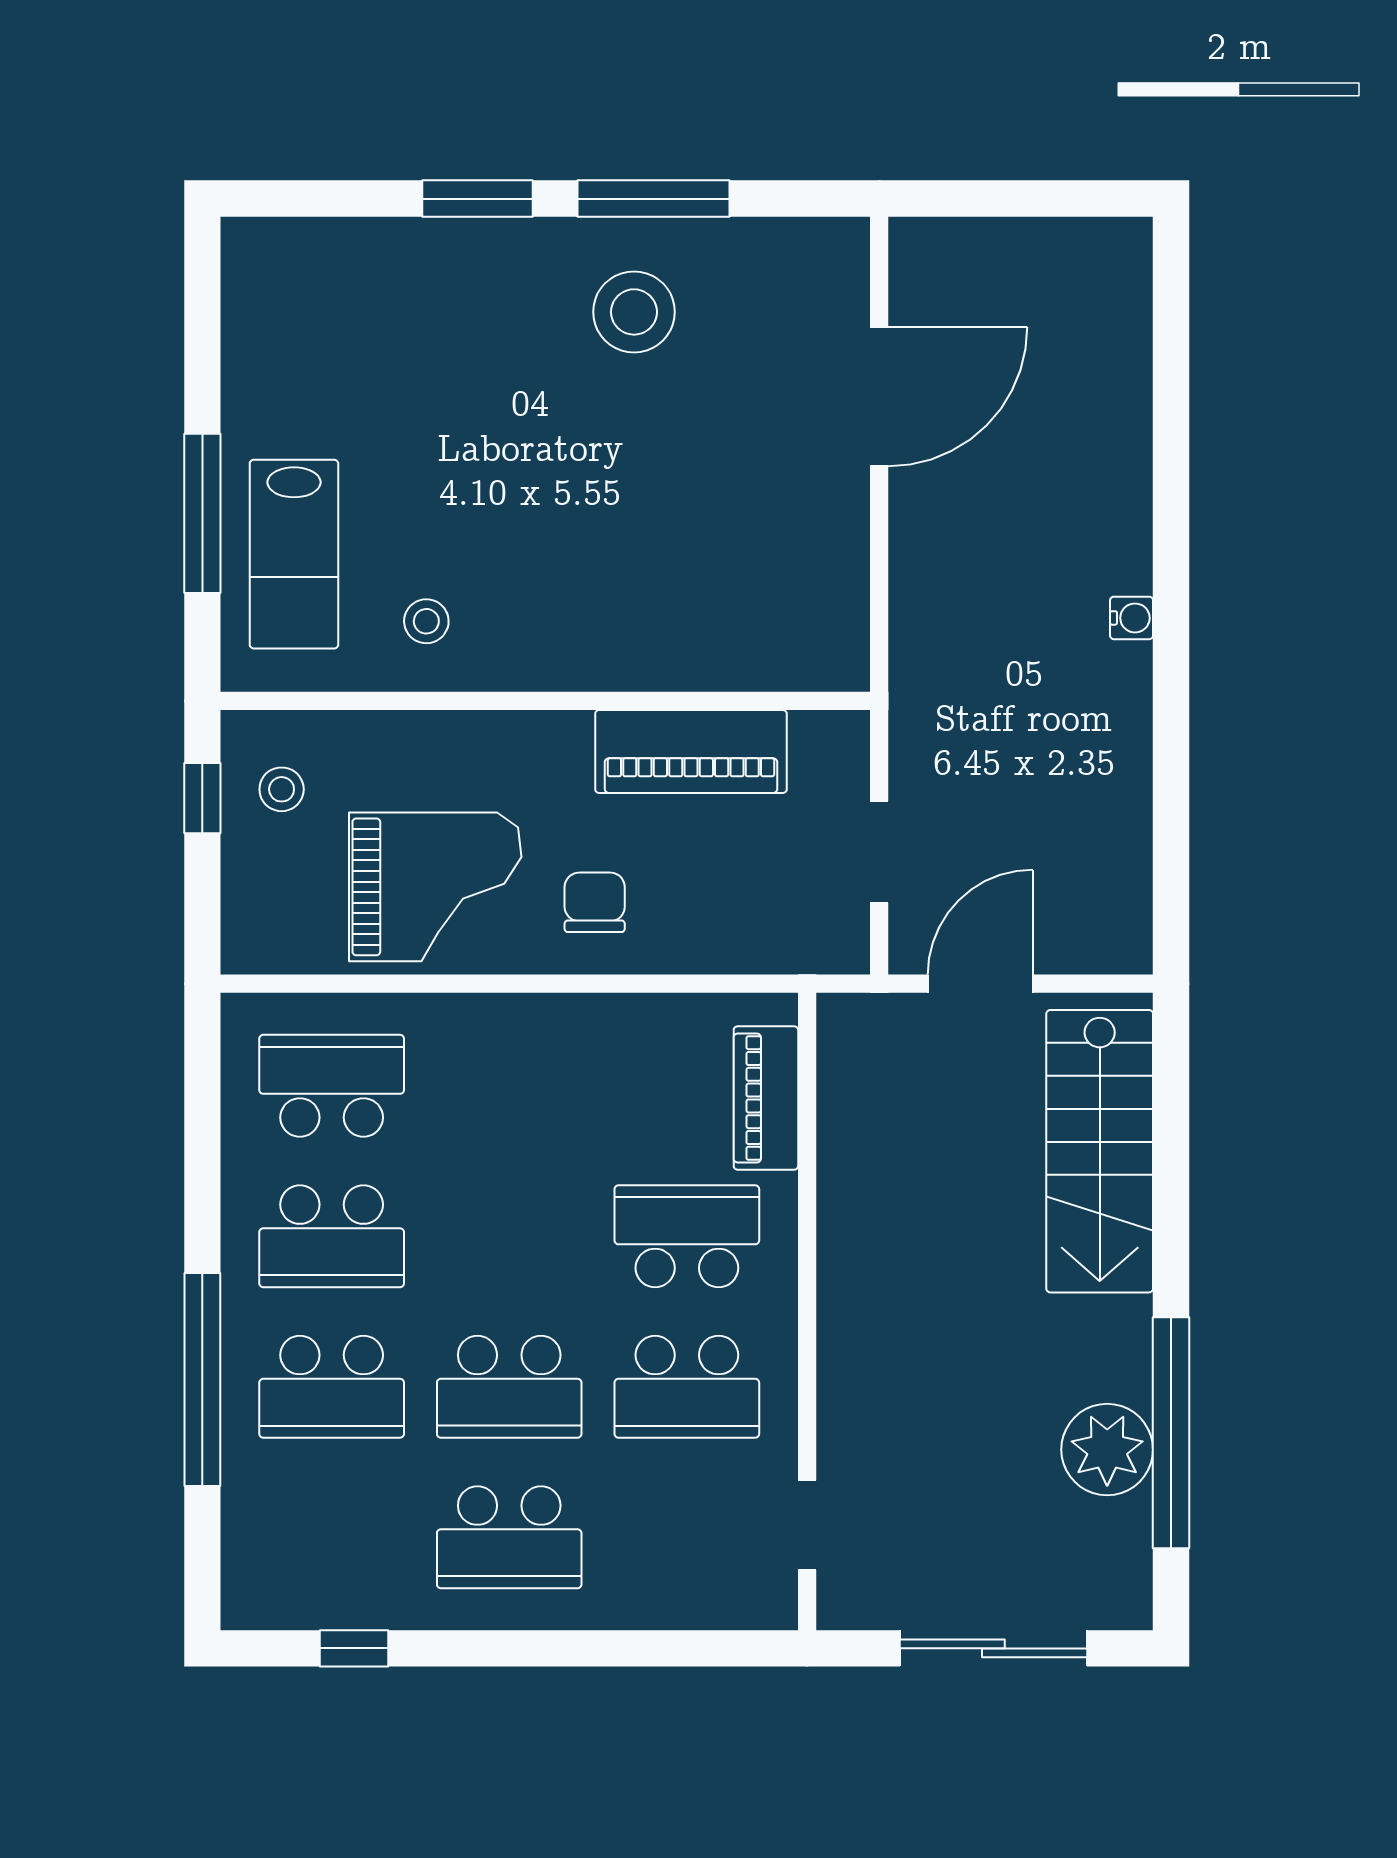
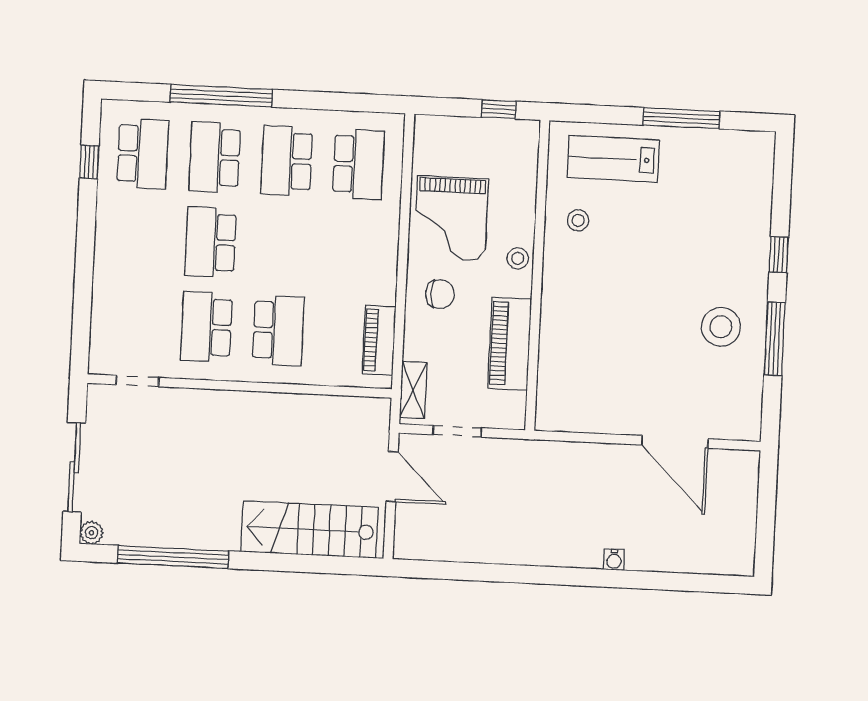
window: (478, 199) -> (779, 255), width x0.67
window: (202, 513) -> (682, 118), moved
water cooler: (1132, 618) -> (614, 560), moved
stool: (282, 789) -> (518, 258), moved
shelving: (798, 948) -> (413, 390), added
piano: (766, 1098) -> (379, 340), moved, turned -90
plant: (1107, 1450) -> (91, 533), moved, width x0.53, depth x0.53
school desk: (509, 1537) -> (143, 154), moved, turned 180

